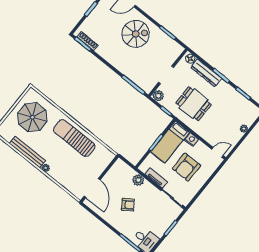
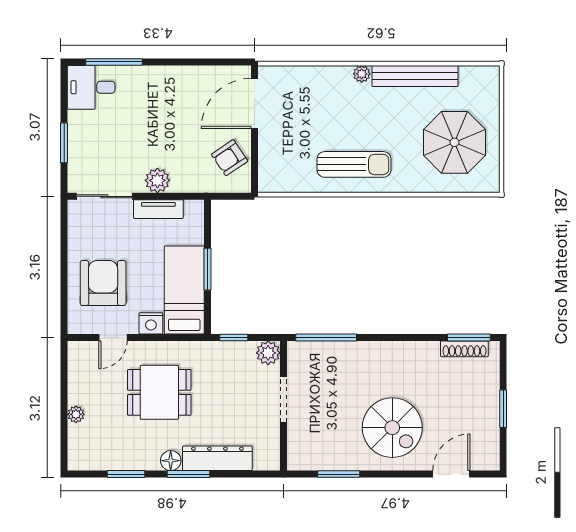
spiral stairs: (136, 34) -> (392, 428), turned -90
floor lamp: (190, 59) -> (171, 461), moved
dining table: (194, 104) -> (159, 392), moved
sun lounger: (74, 138) -> (354, 164), width x0.73, depth x0.75
door: (218, 152) -> (113, 337), moved
armchair: (186, 167) -> (103, 283), moved
plant: (138, 180) -> (157, 180), moved
door: (92, 188) -> (254, 103), hinge flipped
armchair: (128, 205) -> (230, 158), moved

